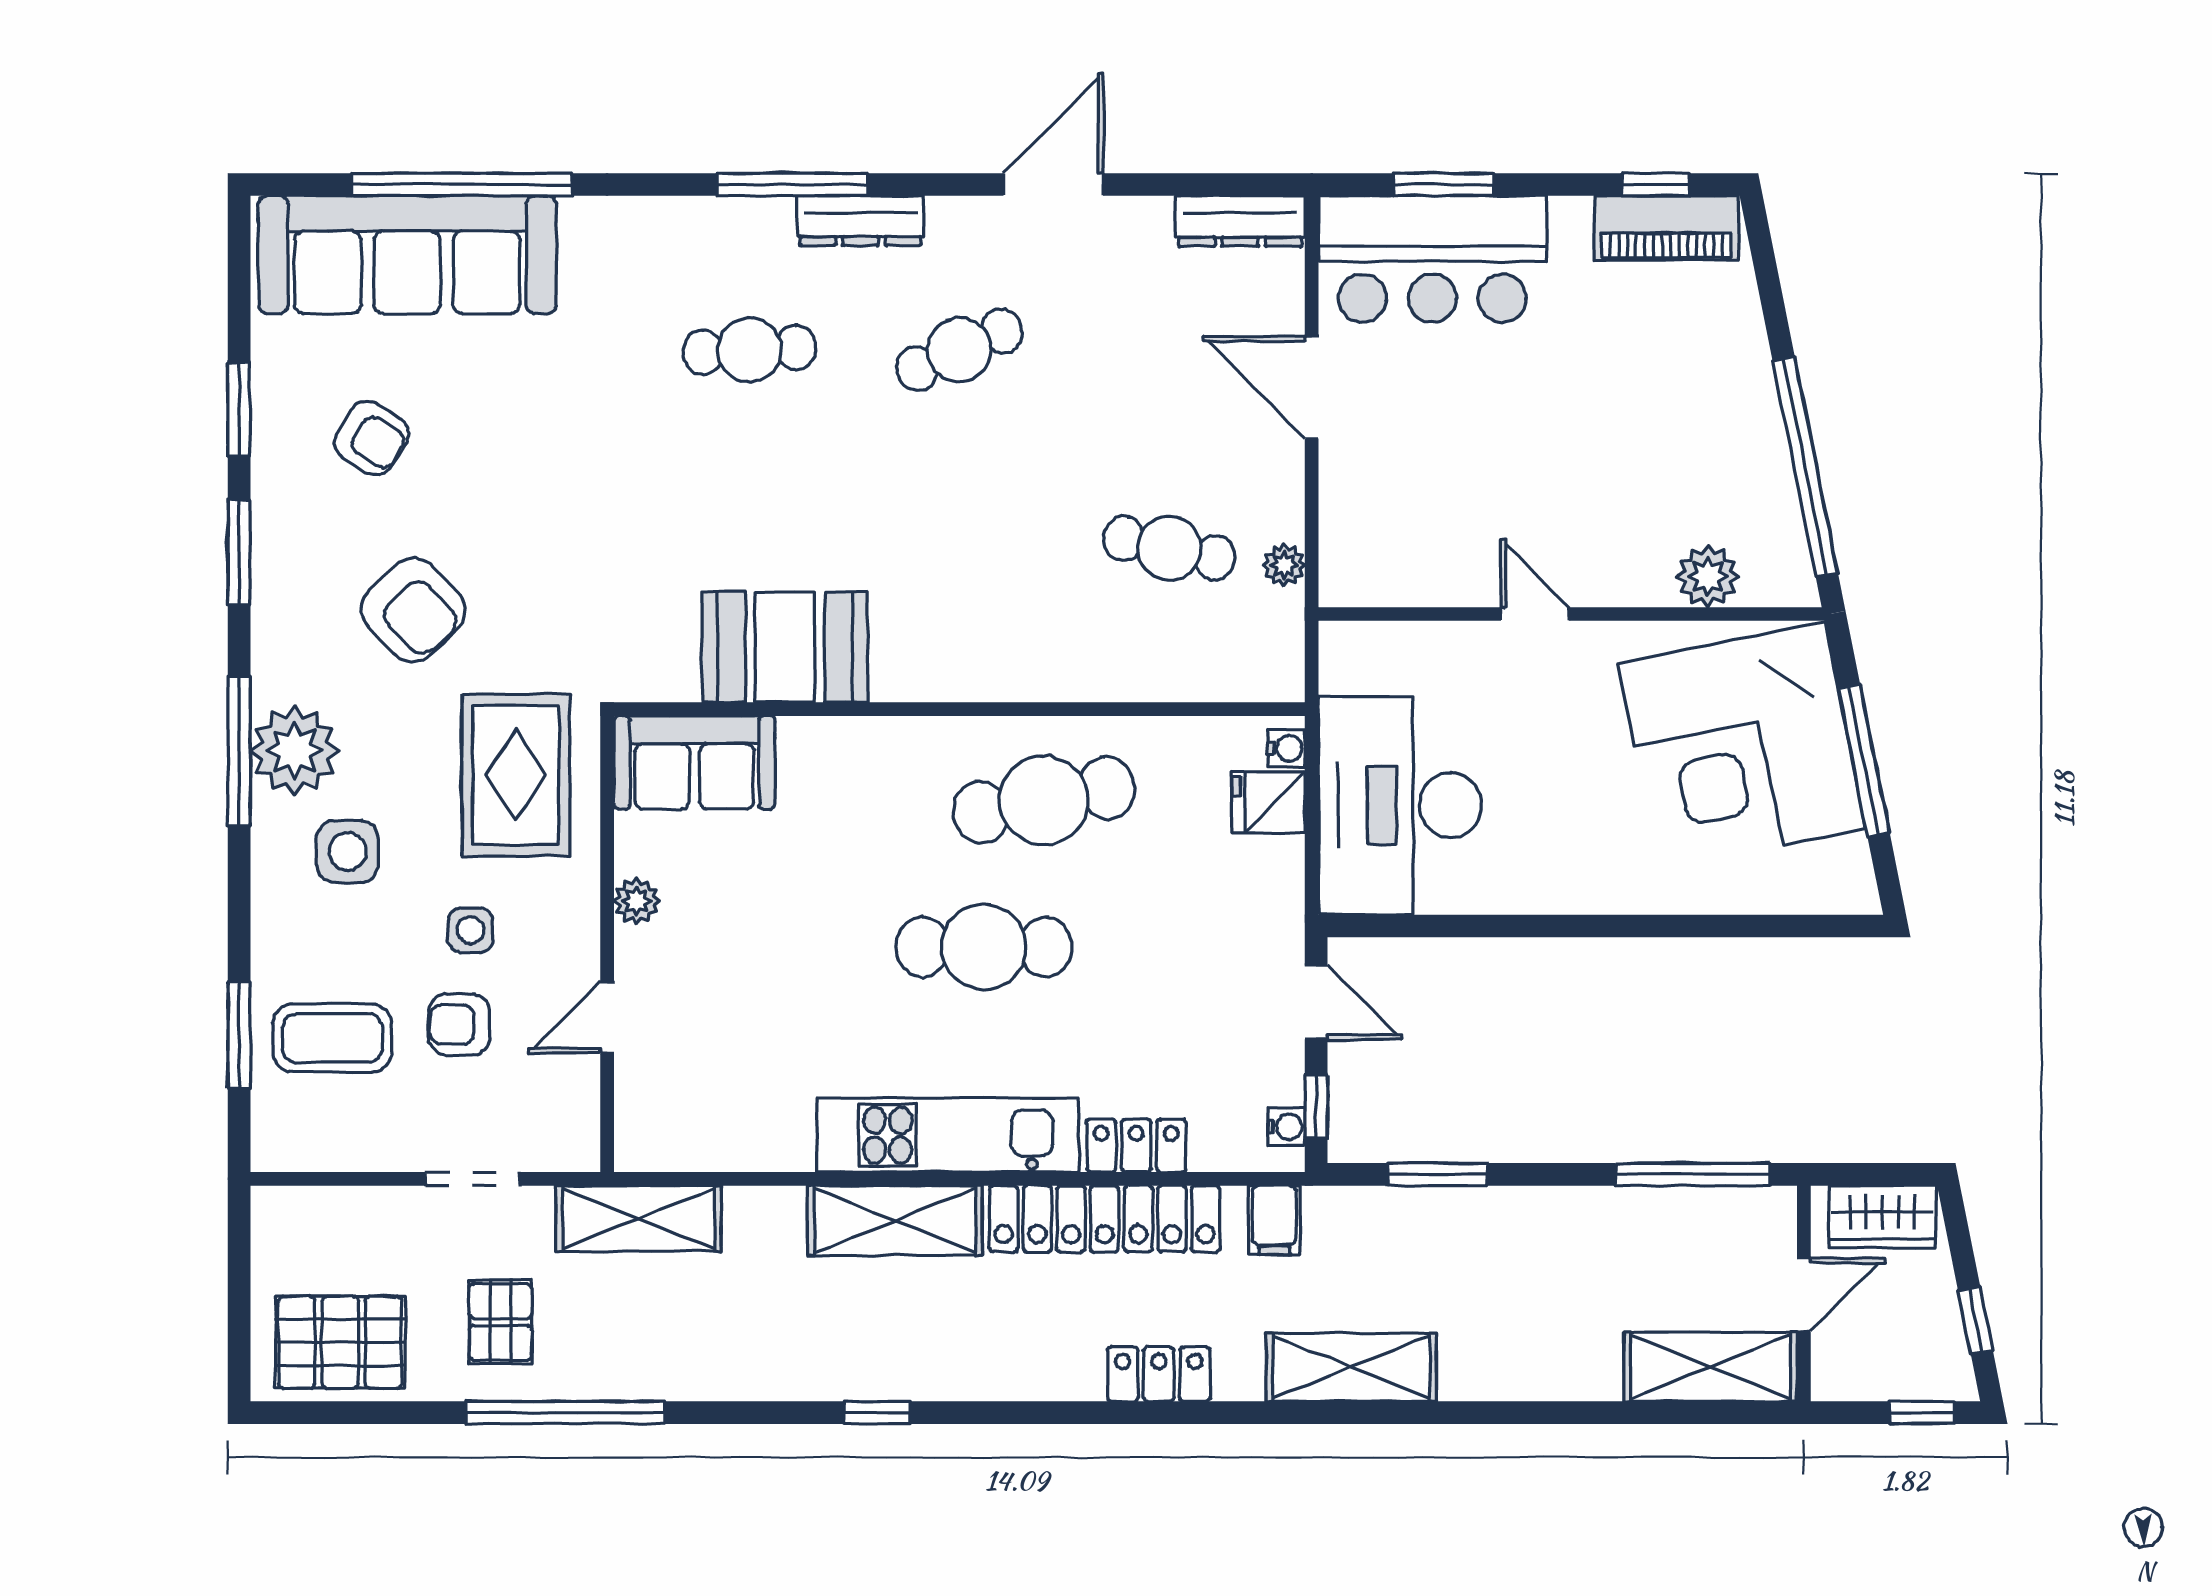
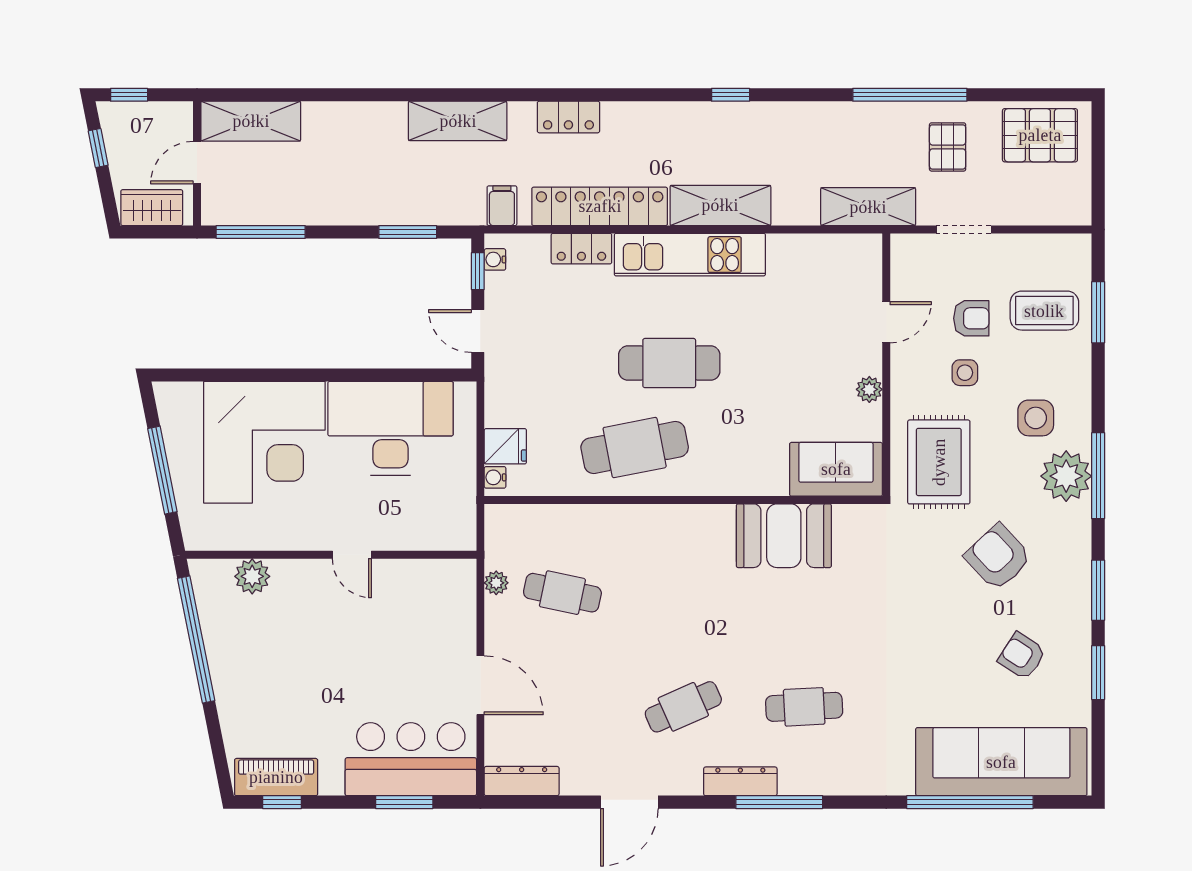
corner desk: (1742, 746) -> (264, 442), moved, turned 101
desk: (1400, 805) -> (391, 428), moved, turned -90

